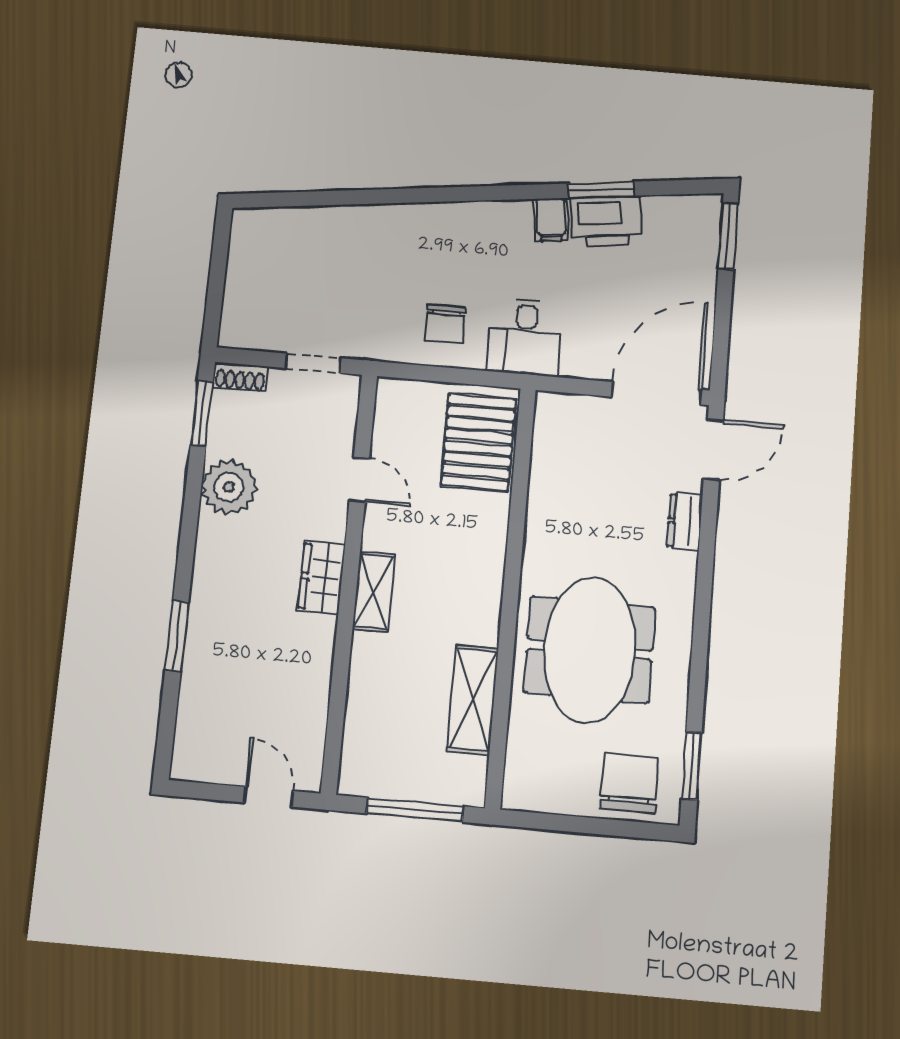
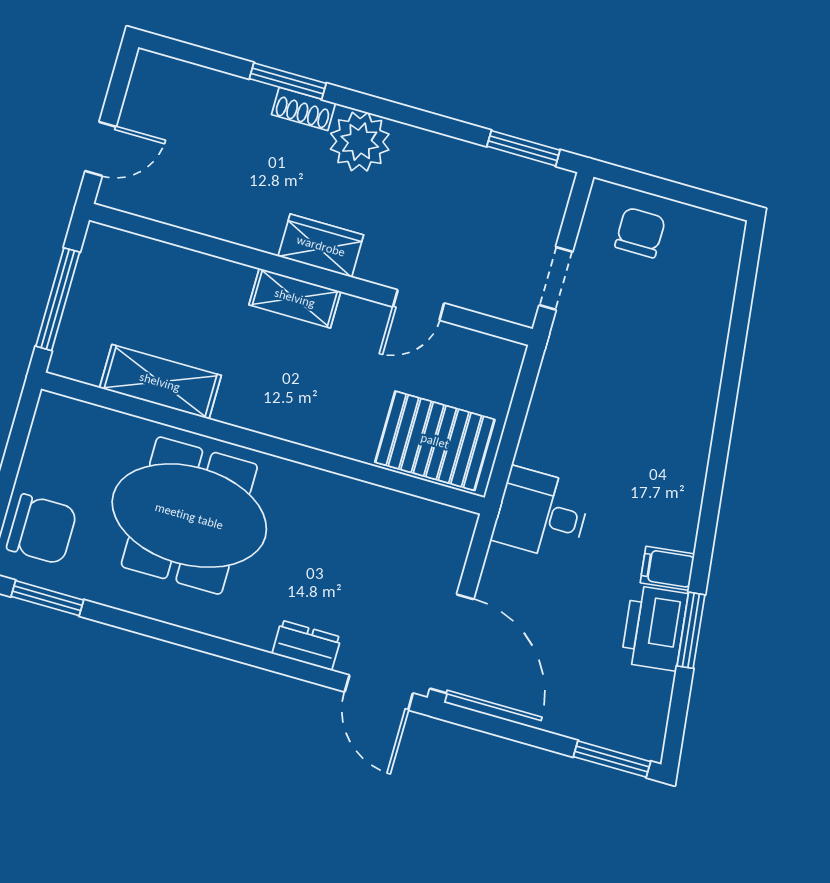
chair: (445, 324) -> (640, 233), moved, turned 90
shoe rack: (240, 377) -> (304, 109), moved, turned -90
plant: (229, 487) -> (360, 142), moved

